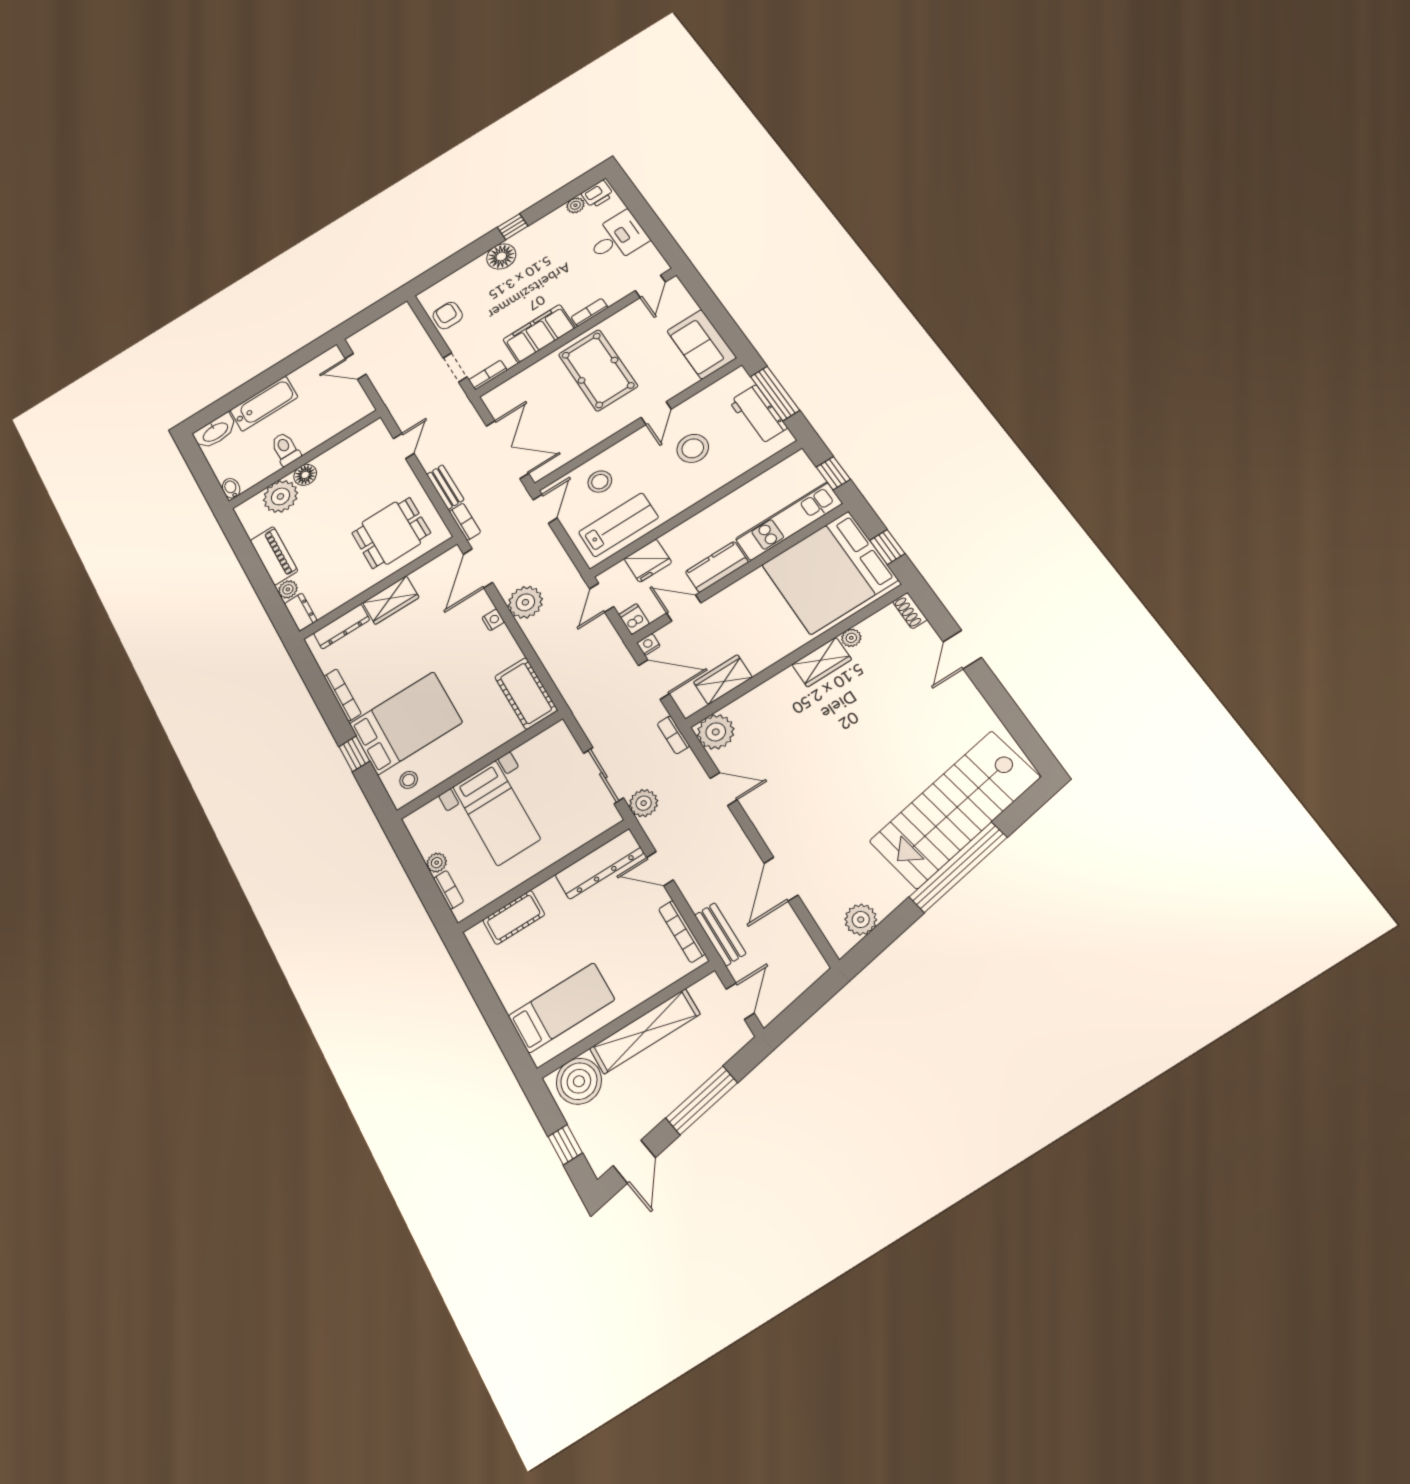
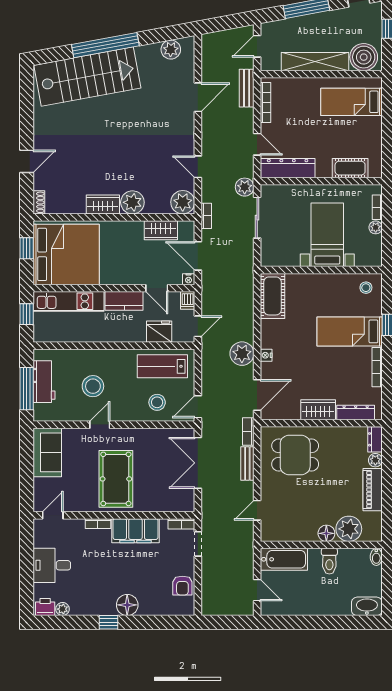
bathtub: (264, 404) -> (284, 559), moved, turned 180
plant: (851, 638) -> (132, 202), moved, width x1.88, depth x1.88
bed: (406, 723) -> (350, 331), width x0.67

